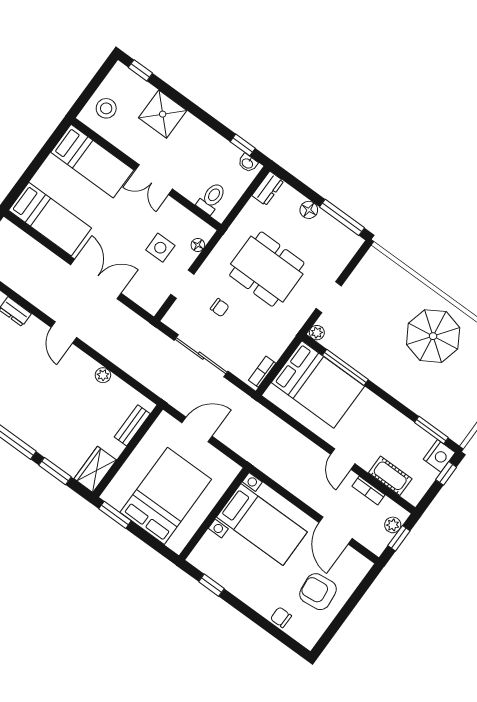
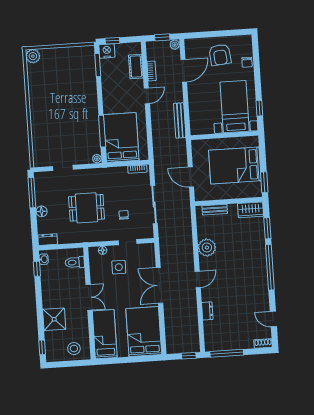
bed: (50, 219) -> (144, 332), width x1.50
dining table: (267, 269) -> (87, 208), width x0.73
doorway: (329, 297) -> (63, 168), moved
parasol: (433, 336) -> (52, 102), removed
plant: (103, 375) -> (207, 247), width x1.87, depth x1.87
bench: (278, 474) -> (180, 120), added
bed with nightstands: (262, 525) -> (235, 107), moved
plant: (393, 525) -> (175, 45), moved

